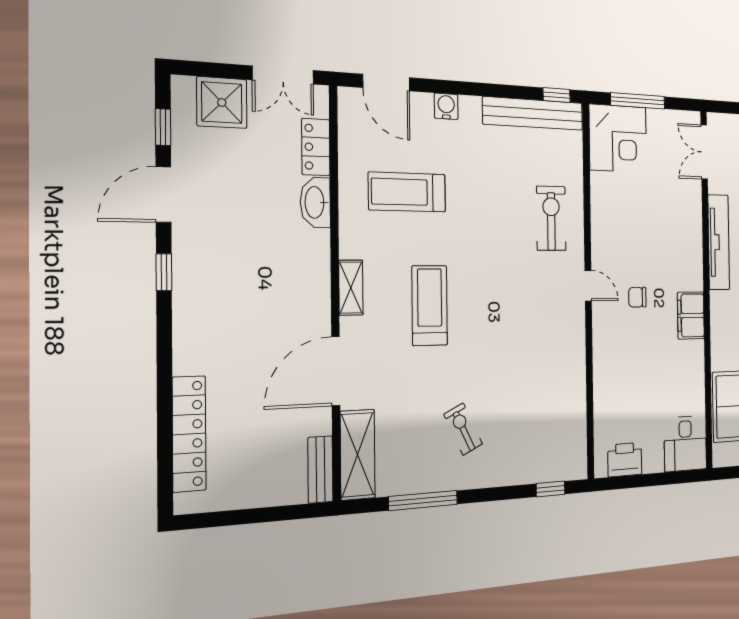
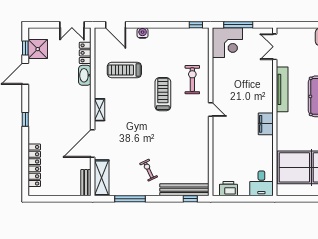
shower: (222, 103) -> (38, 49), moved
bench: (533, 114) -> (184, 190), moved
window: (164, 272) -> (25, 119), moved
chair: (637, 297) -> (236, 115), removed
treadmill: (430, 305) -> (163, 94), moved

